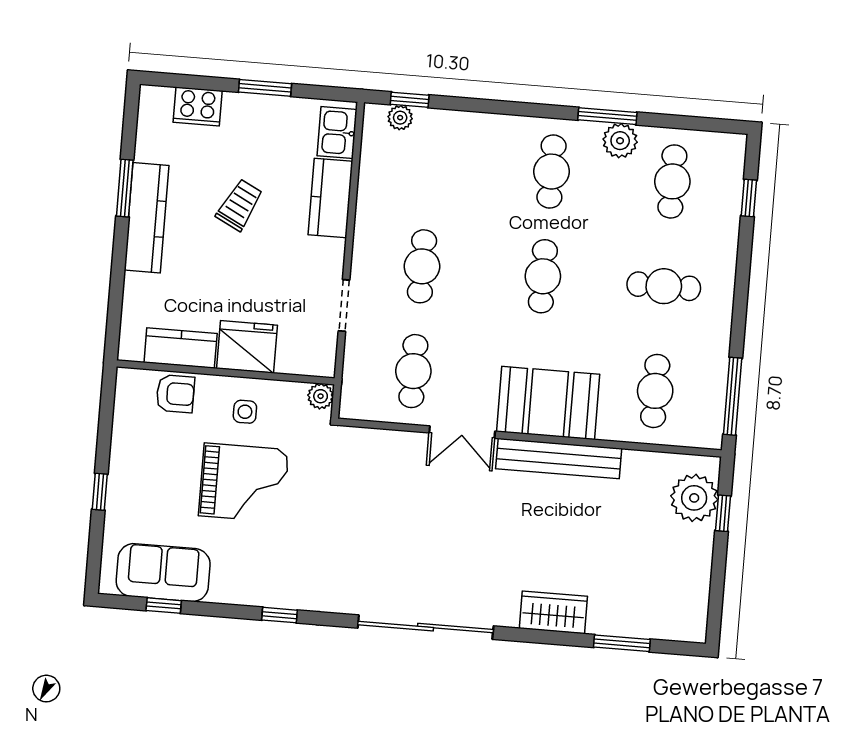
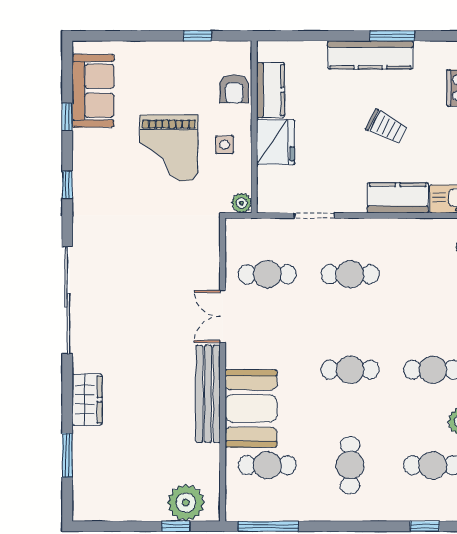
booth: (548, 403) -> (251, 408), moved
window: (100, 492) -> (197, 36), moved
window: (164, 606) -> (67, 117), moved

